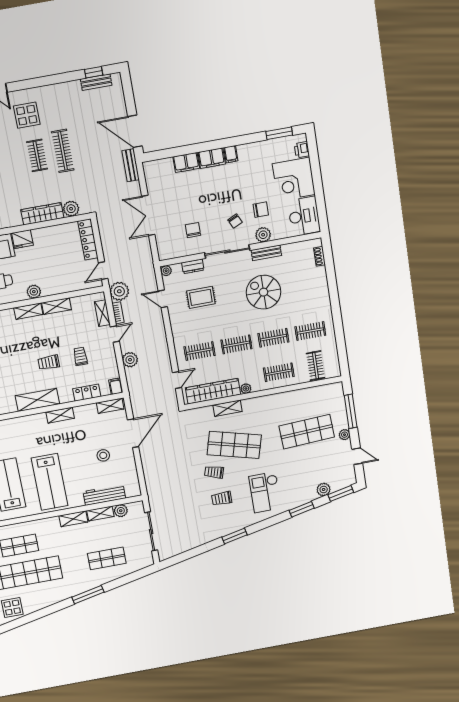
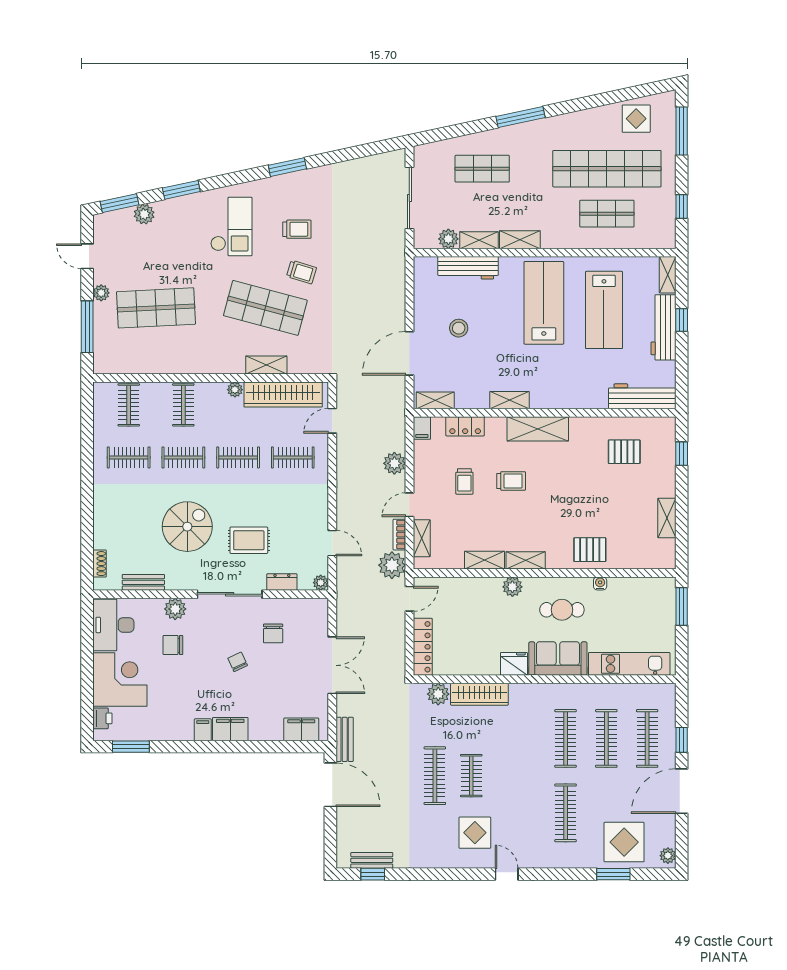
filing cabinet: (186, 162) -> (301, 729), moved
chair: (235, 221) -> (238, 662), moved
bench: (266, 253) -> (143, 582), moved
spiral stairs: (264, 292) -> (187, 527), turned -90
rug: (201, 297) -> (249, 540), moved
clothes rail: (279, 372) -> (183, 405), turned 90

